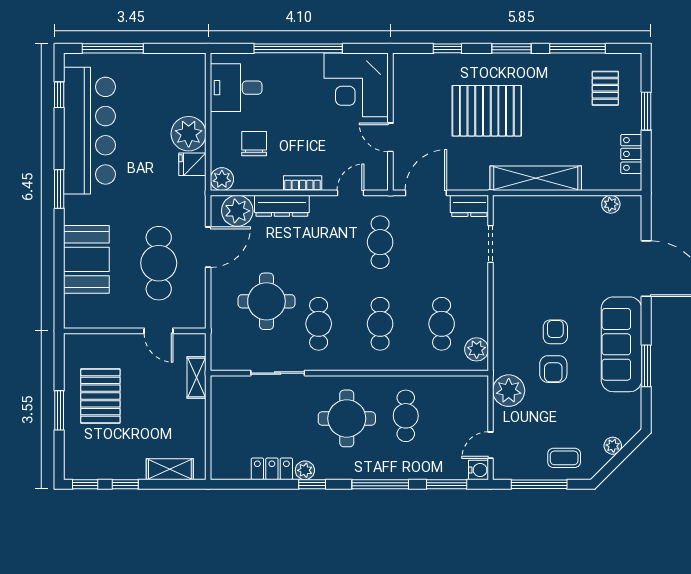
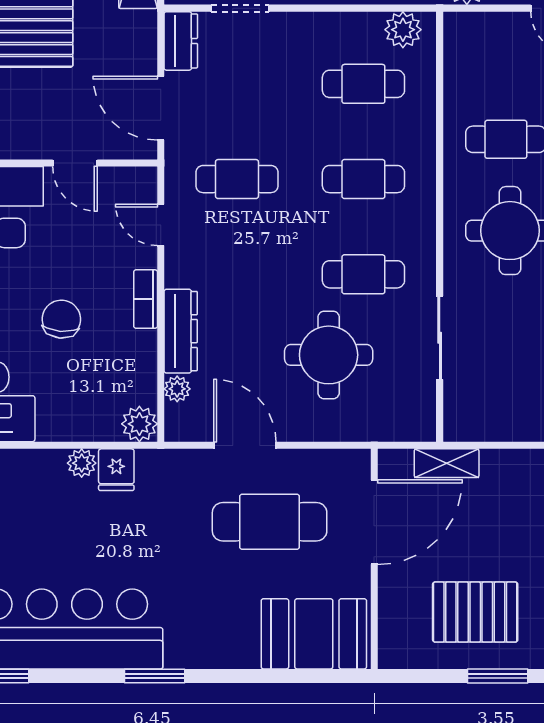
plant: (189, 134) -> (82, 463), width x0.53, depth x0.53
door: (390, 137) -> (75, 163), hinge flipped
chair: (254, 144) -> (61, 319), moved, turned 95
plant: (237, 211) -> (177, 389), width x0.53, depth x0.53
booth: (86, 259) -> (314, 634), moved
door: (158, 331) -> (374, 522), width x1.88

